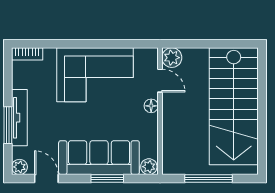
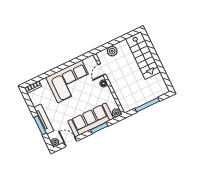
plant: (172, 58) -> (112, 51), moved
door: (160, 81) -> (102, 69), swing flipped
stairs: (234, 106) -> (143, 56), width x0.73, depth x0.66

